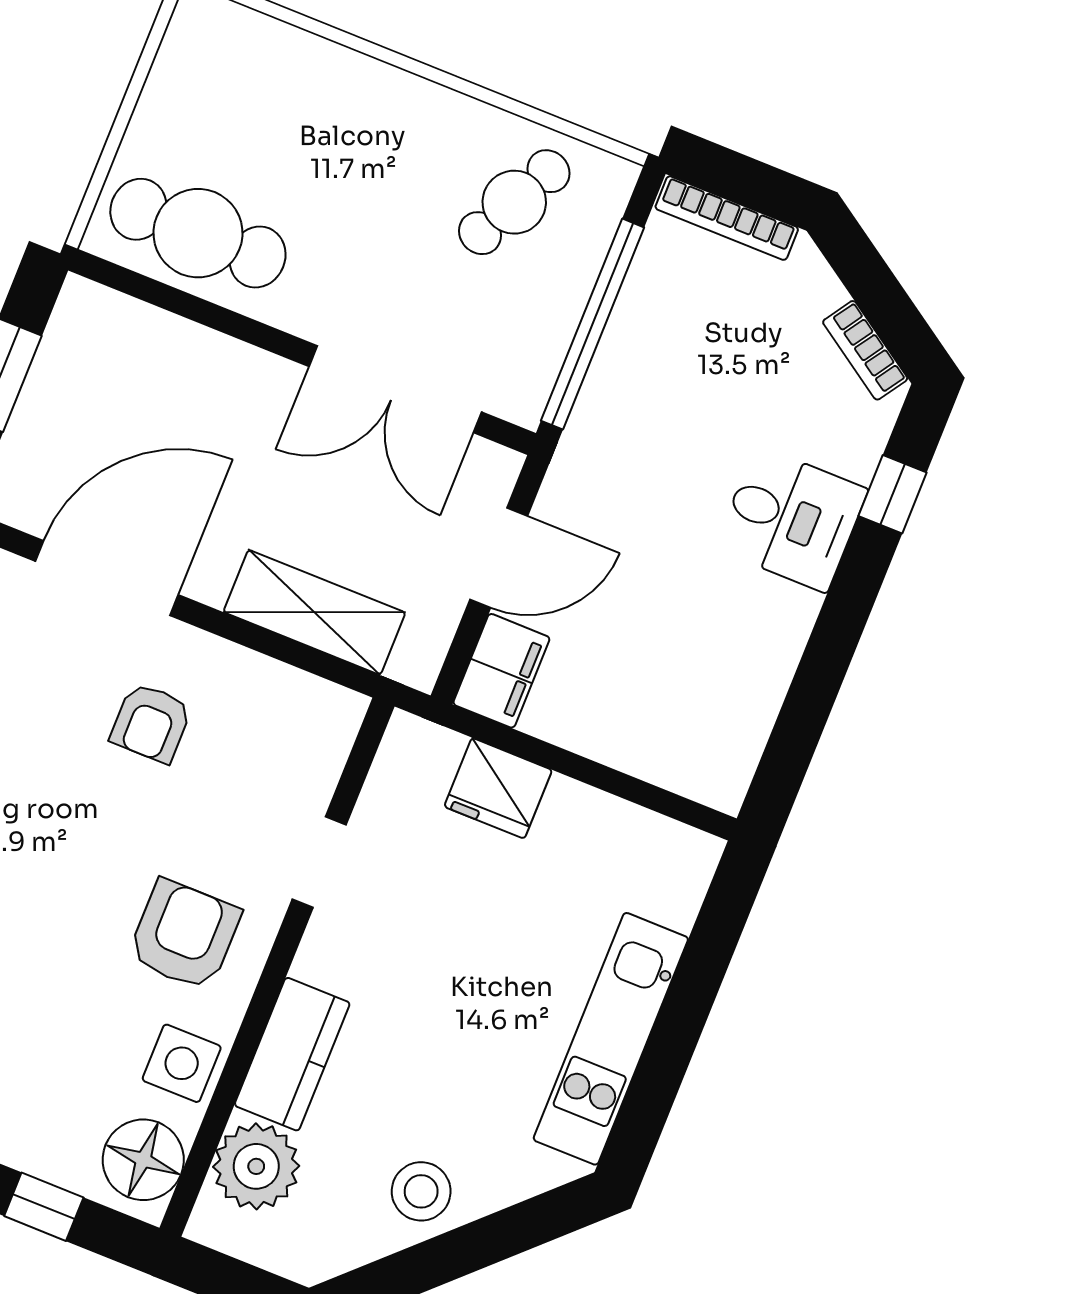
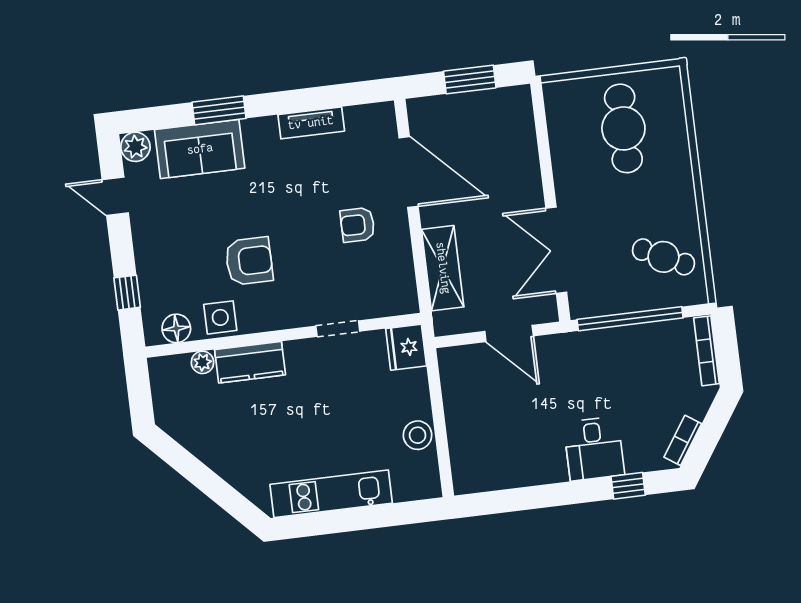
cafe table: (198, 233) -> (623, 128), moved
filing cabinet: (501, 671) -> (462, 361), removed
fridge: (498, 788) -> (406, 347), moved
armchair: (184, 935) -> (249, 261), moved
floor lamp: (143, 1160) -> (176, 328), width x0.73, depth x0.73
plant: (256, 1166) -> (202, 362), width x0.53, depth x0.53
stool: (421, 1191) -> (418, 435), moved

